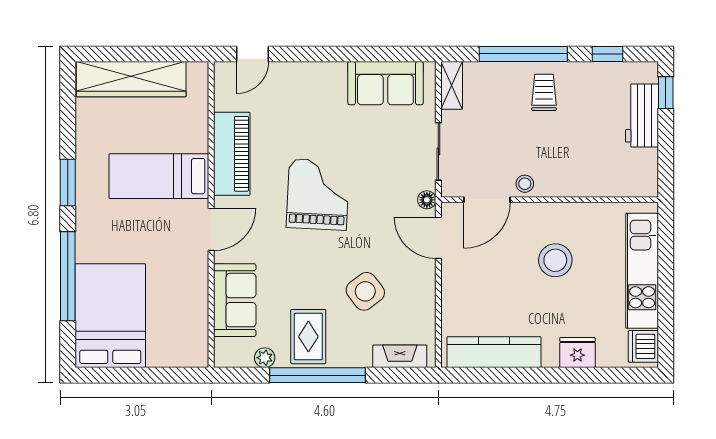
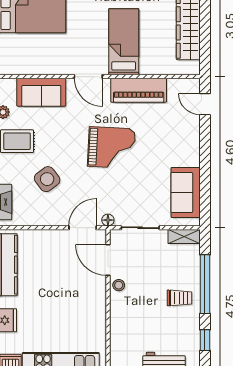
stool: (555, 260) -> (68, 305), removed

